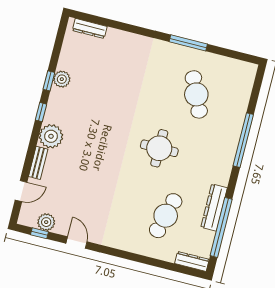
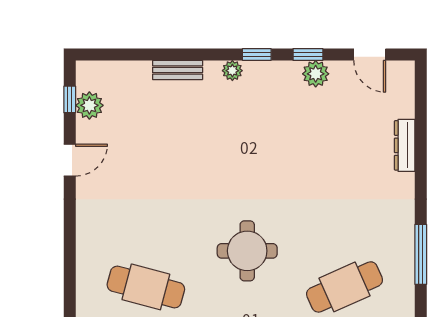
dresser: (90, 28) -> (405, 145), moved
plant: (51, 136) -> (232, 71), width x0.53, depth x0.53
door: (21, 191) -> (370, 55), moved

